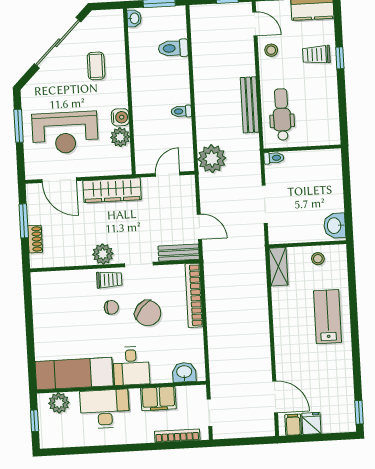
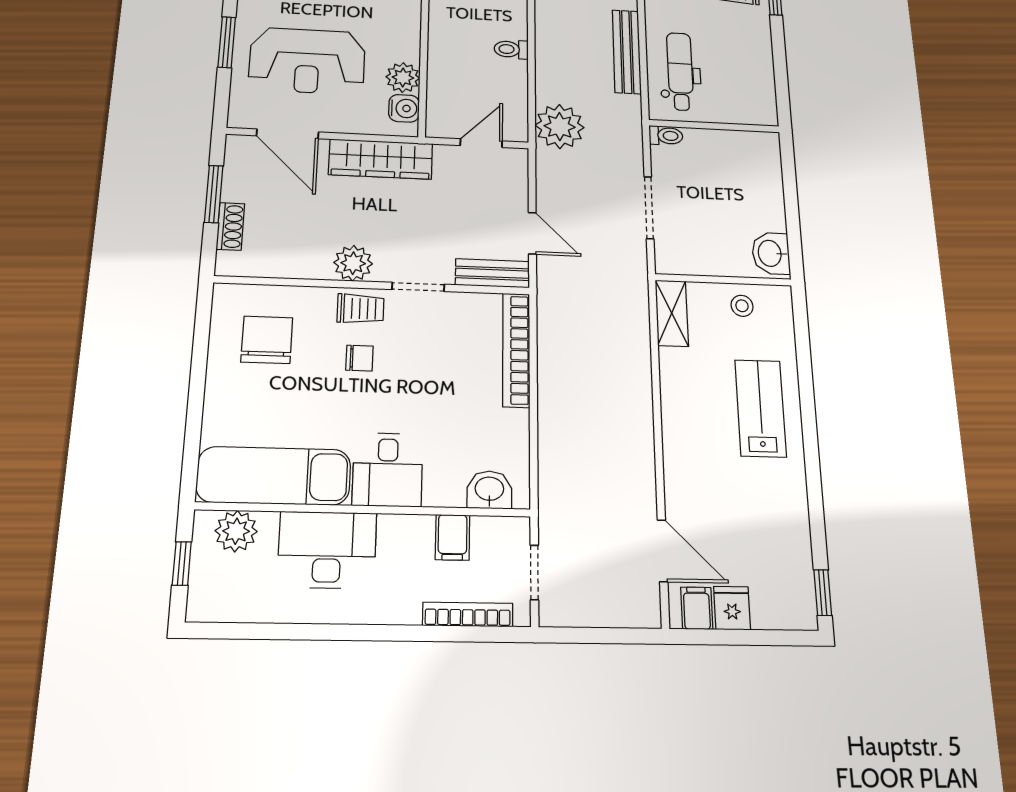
water cooler: (120, 117) -> (404, 108), moved
chair: (148, 313) -> (267, 340), moved, turned -130
filing cabinet: (158, 398) -> (453, 537), width x0.50

